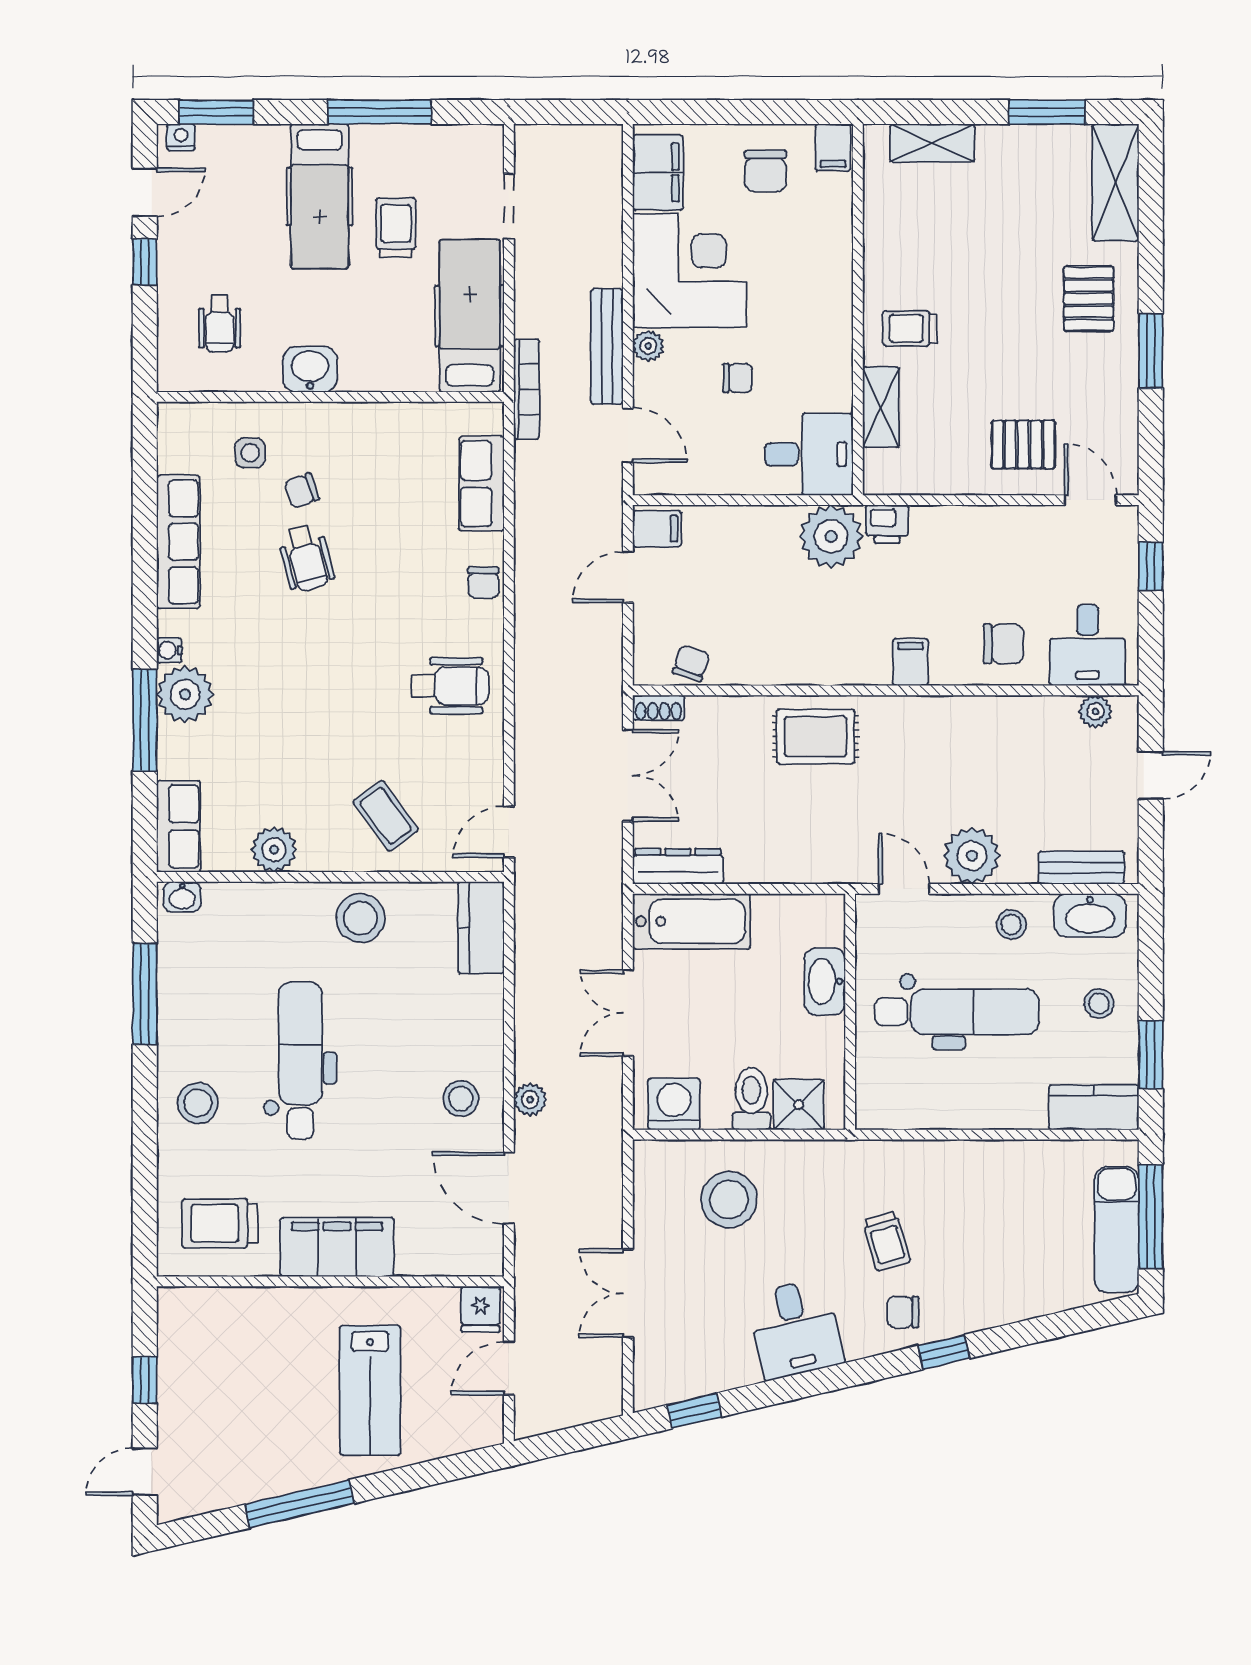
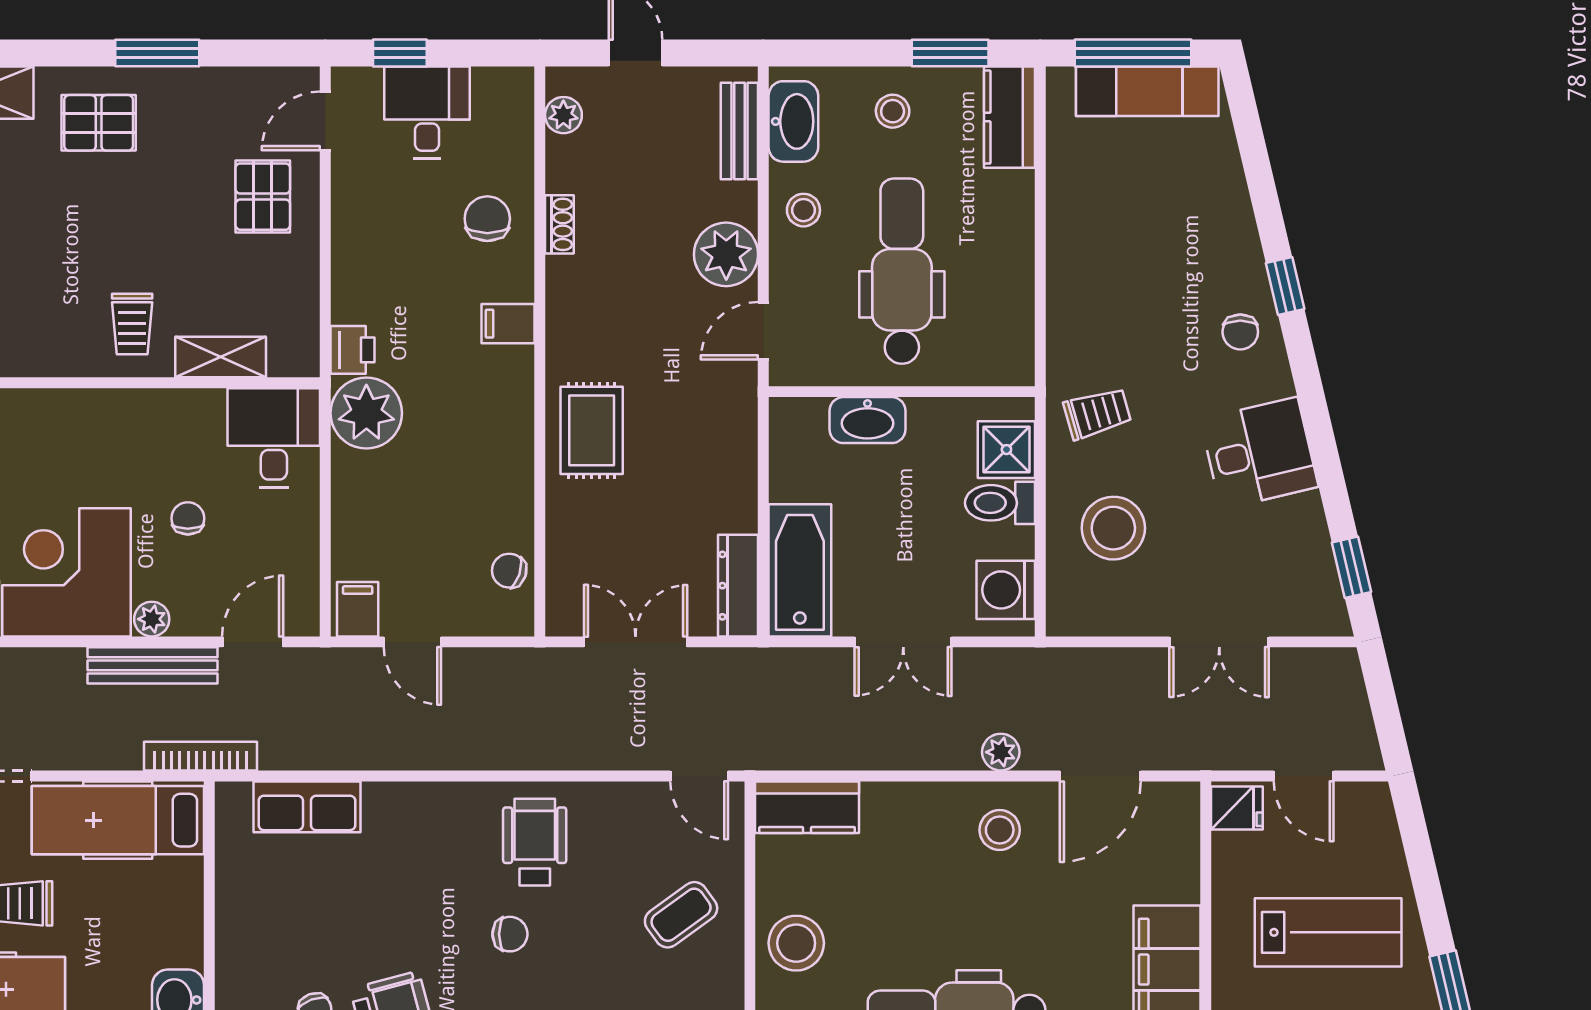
chair: (483, 583) -> (510, 934), moved
desk: (1088, 645) -> (427, 112), moved, turned -90
shoe rack: (659, 708) -> (559, 224), moved
trolley: (887, 1241) -> (1097, 413), moved

